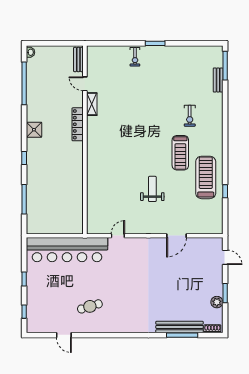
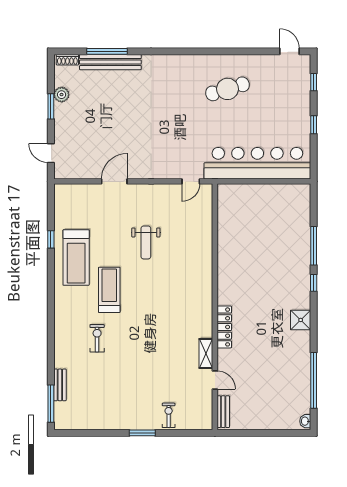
bench: (78, 60) -> (223, 412), moved
door: (85, 84) -> (215, 380), moved
shelving: (92, 104) -> (206, 353), moved
locker: (78, 124) -> (224, 327), moved
wall: (85, 140) -> (215, 307), moved
window: (24, 199) -> (314, 246), moved
cafe table: (90, 306) -> (227, 89), width x1.37, depth x1.35
door: (64, 335) -> (289, 51), moved

